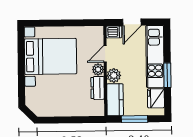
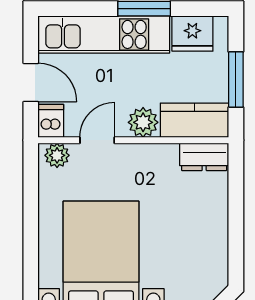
door: (105, 54) -> (97, 140), swing flipped
plant: (98, 69) -> (57, 155), moved
dresser: (98, 88) -> (204, 157), moved

